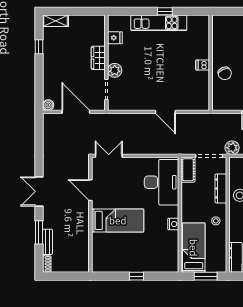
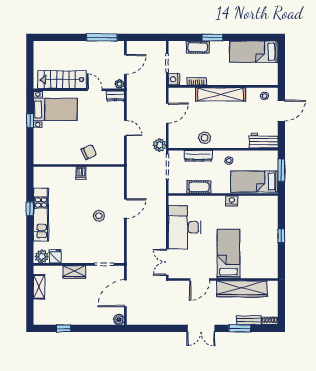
shelving: (56, 21) -> (39, 287), moved
plant: (115, 70) -> (42, 257), moved
stool: (158, 84) -> (99, 216), added
cot: (188, 170) -> (199, 187), moved
desk: (162, 182) -> (185, 227), moved, turned -90
wardrobe: (81, 235) -> (242, 289), added

